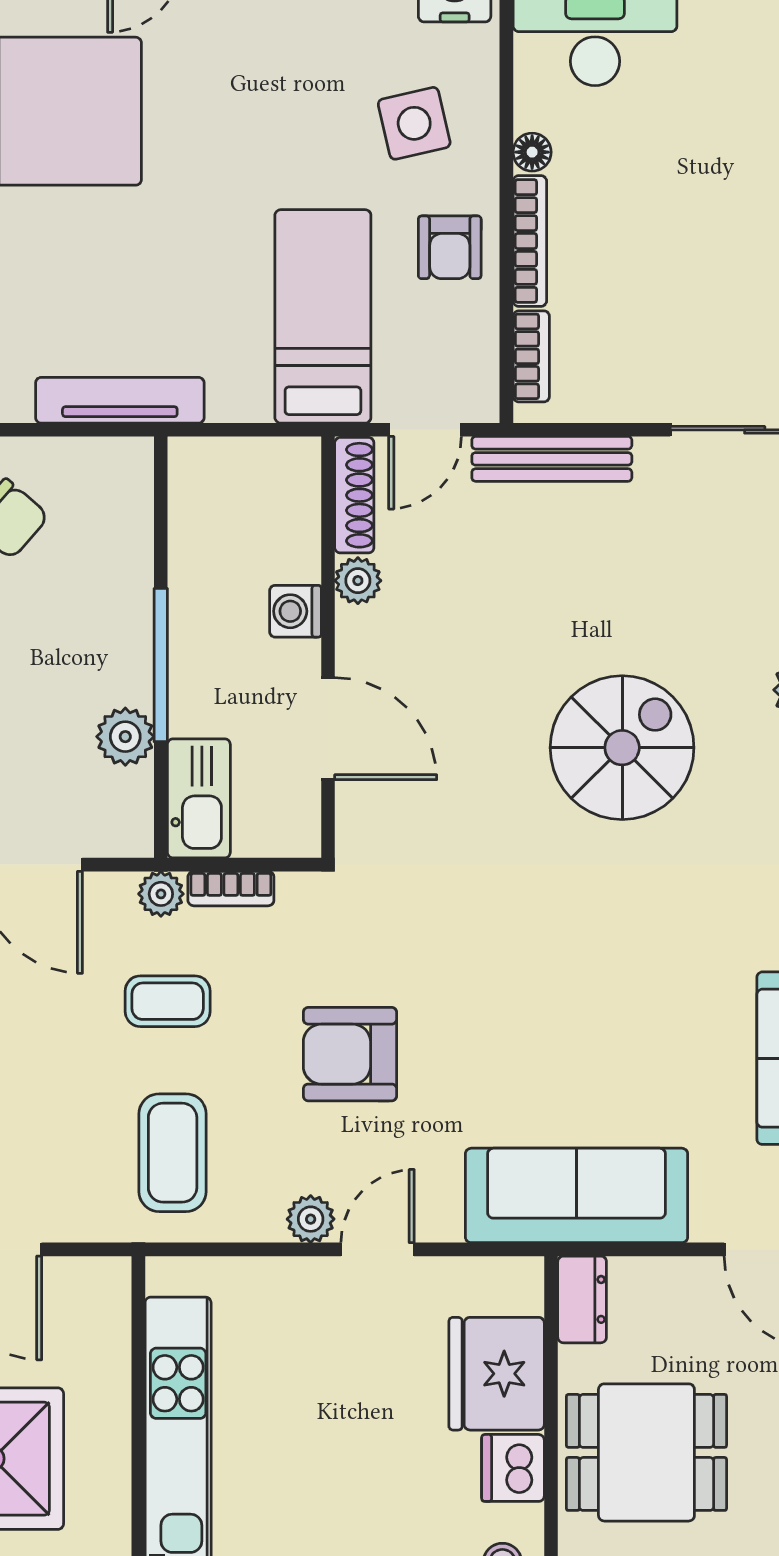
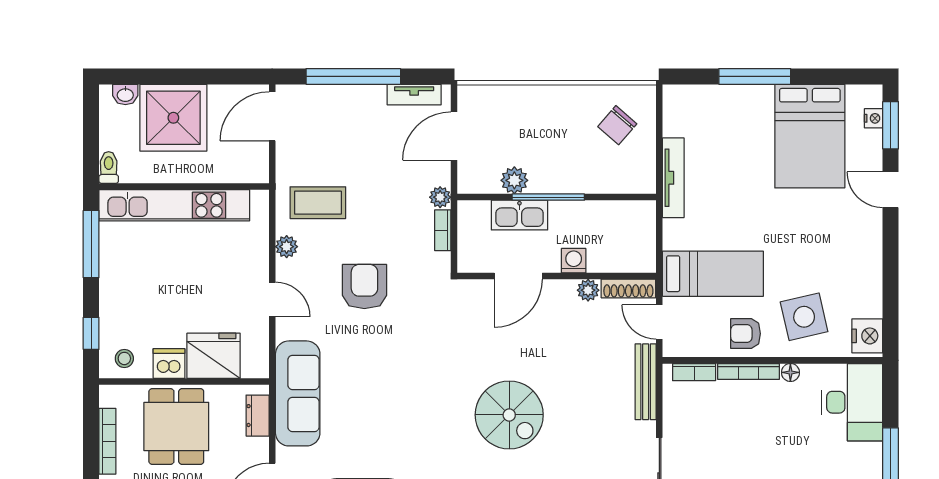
side table: (414, 123) -> (804, 317), width x1.37, depth x1.37
kitchen sink: (199, 798) -> (519, 215), moved
coffee table: (168, 1001) -> (389, 200), removed
plant: (311, 1219) -> (287, 247), moved
dresser: (582, 1299) -> (258, 416), moved, turned 90

